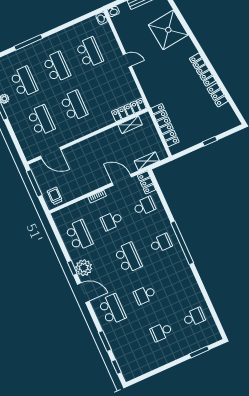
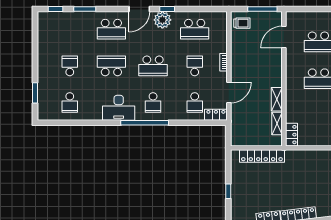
locker: (129, 110) -> (292, 135), width x0.66
shelving: (147, 161) -> (277, 99), moved
desk: (179, 272) -> (119, 108), added
school desk: (145, 295) -> (111, 66), width x1.85

